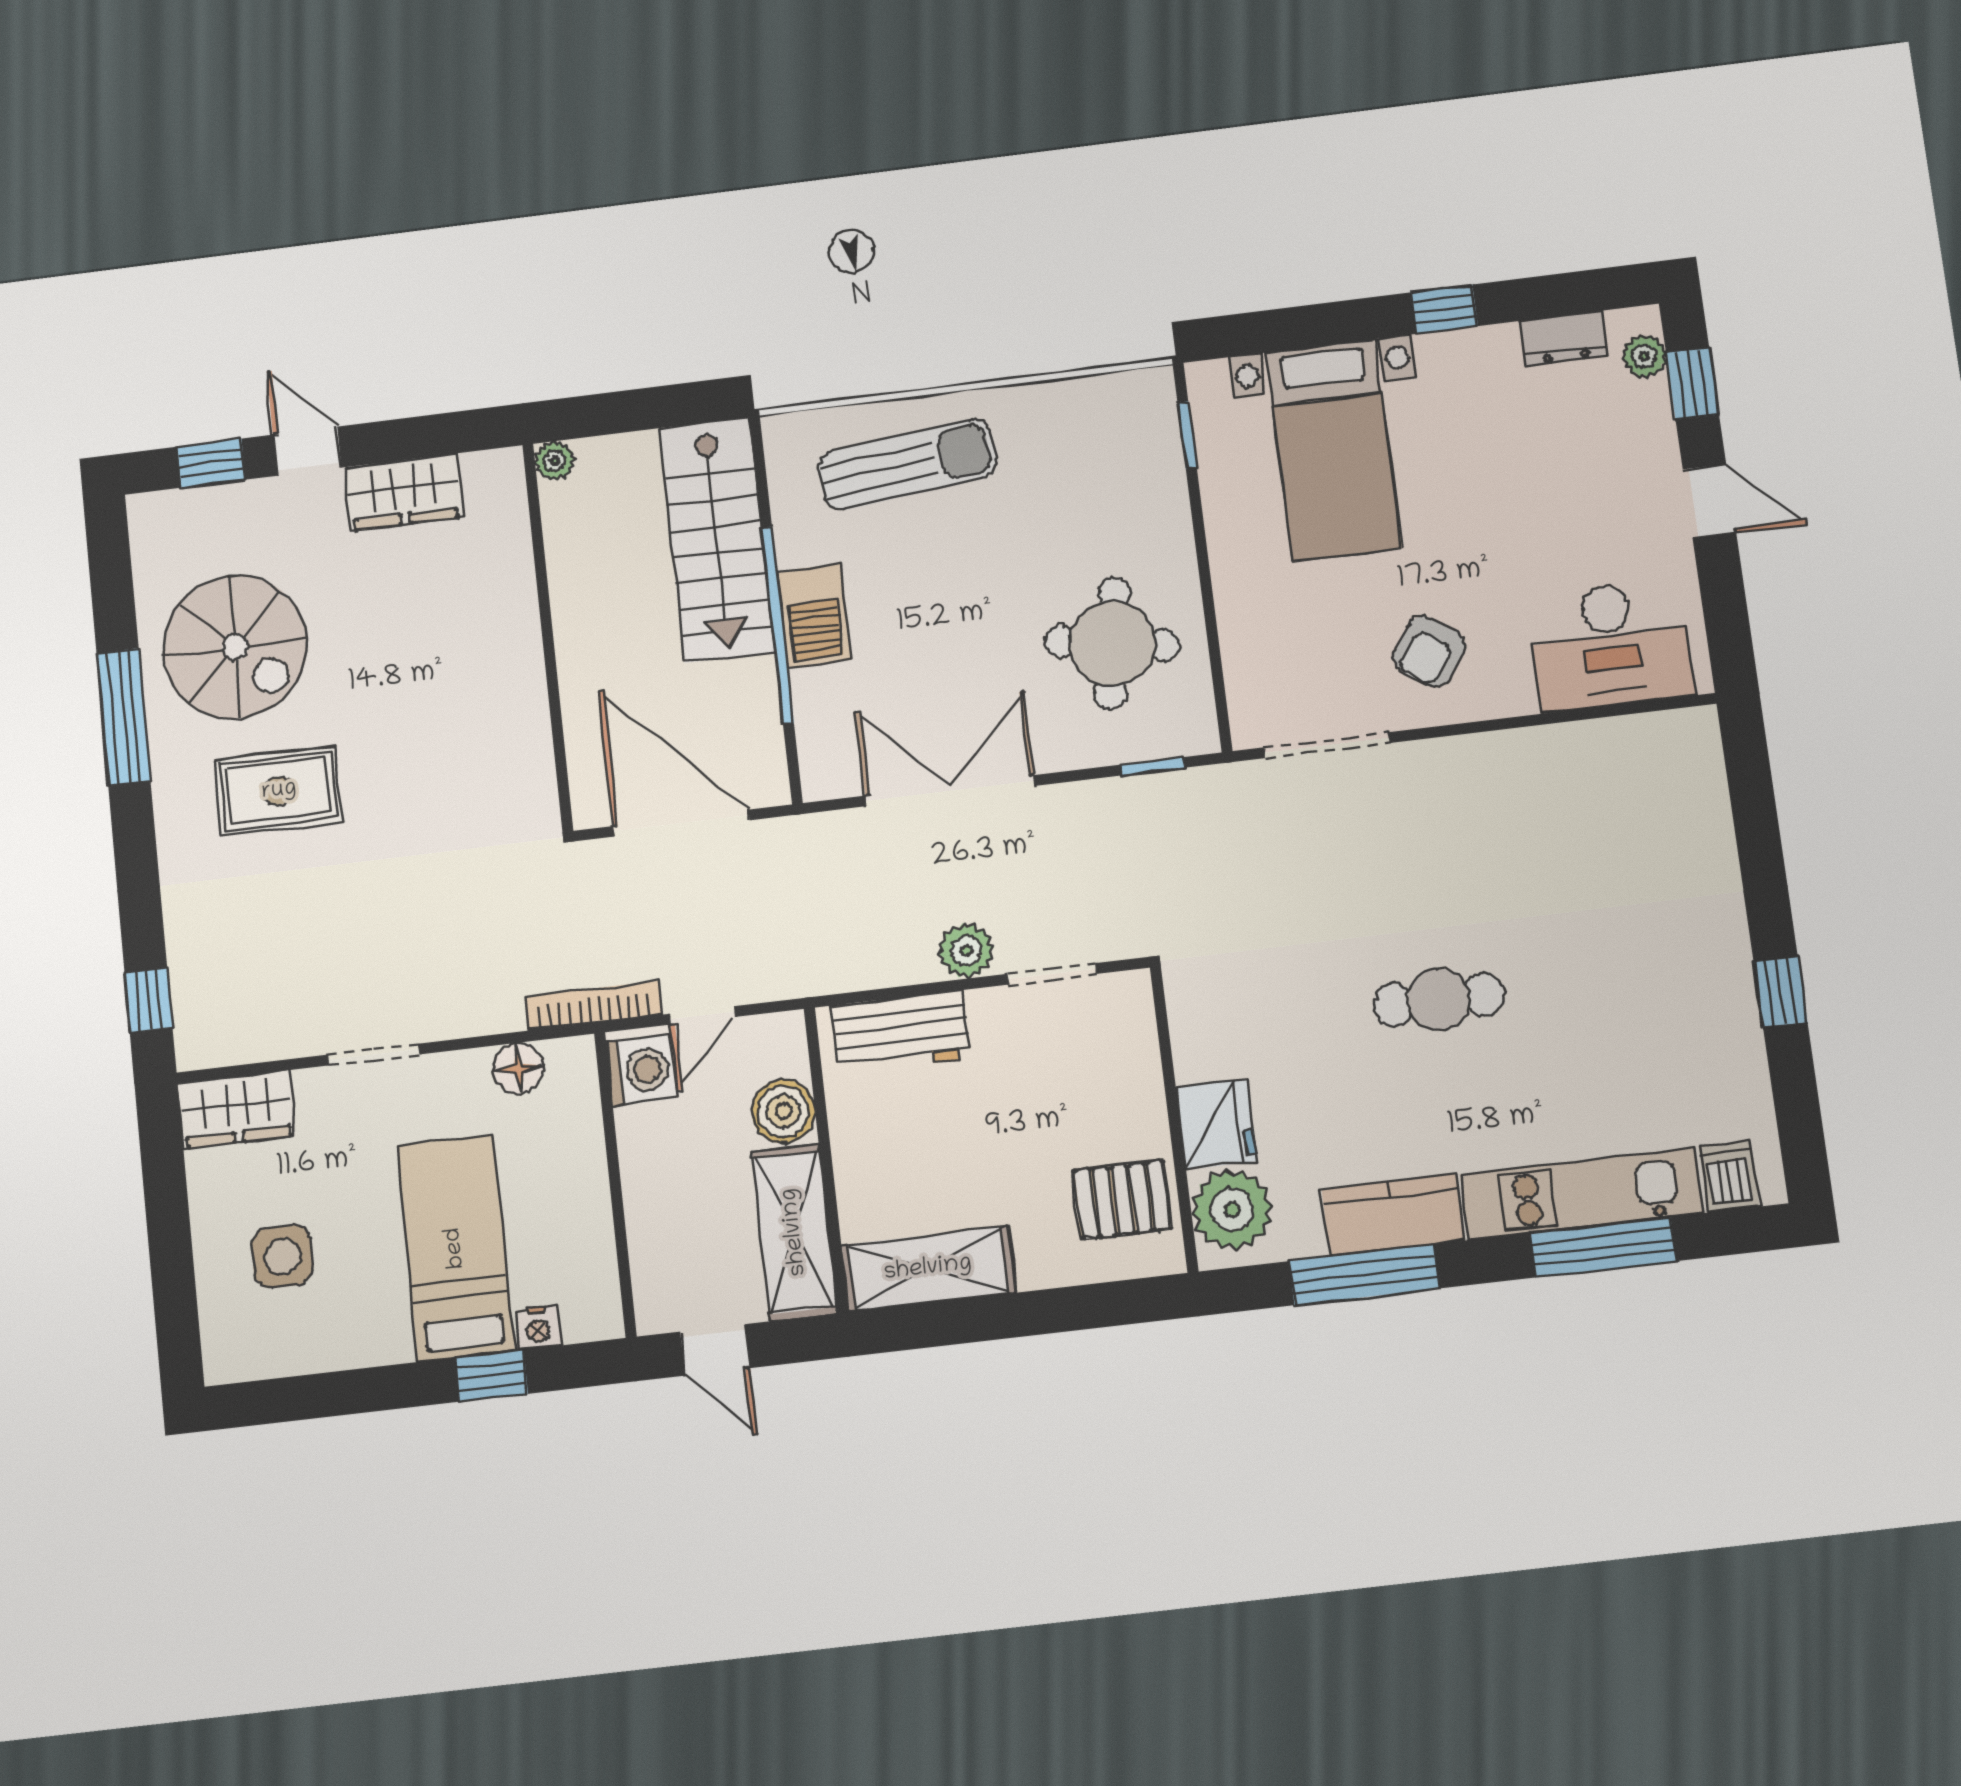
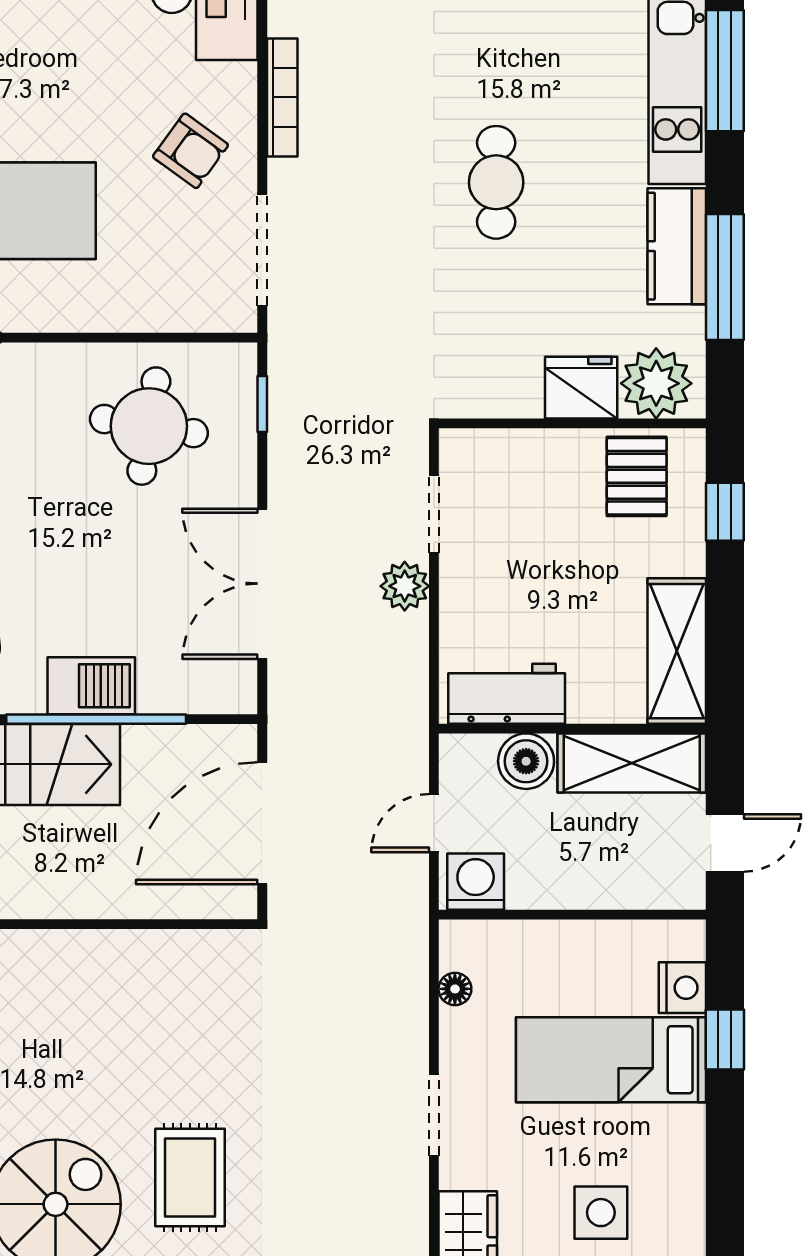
bookcase: (594, 1006) -> (282, 97), moved, turned 180
door: (702, 1015) -> (434, 823), swing flipped
workbench: (900, 1032) -> (507, 694), moved, turned -90
floor lamp: (519, 1068) -> (455, 989), width x0.73, depth x0.73
window: (1094, 1306) -> (725, 512), added
nightstand: (538, 1328) -> (682, 988), width x1.39, depth x1.35

